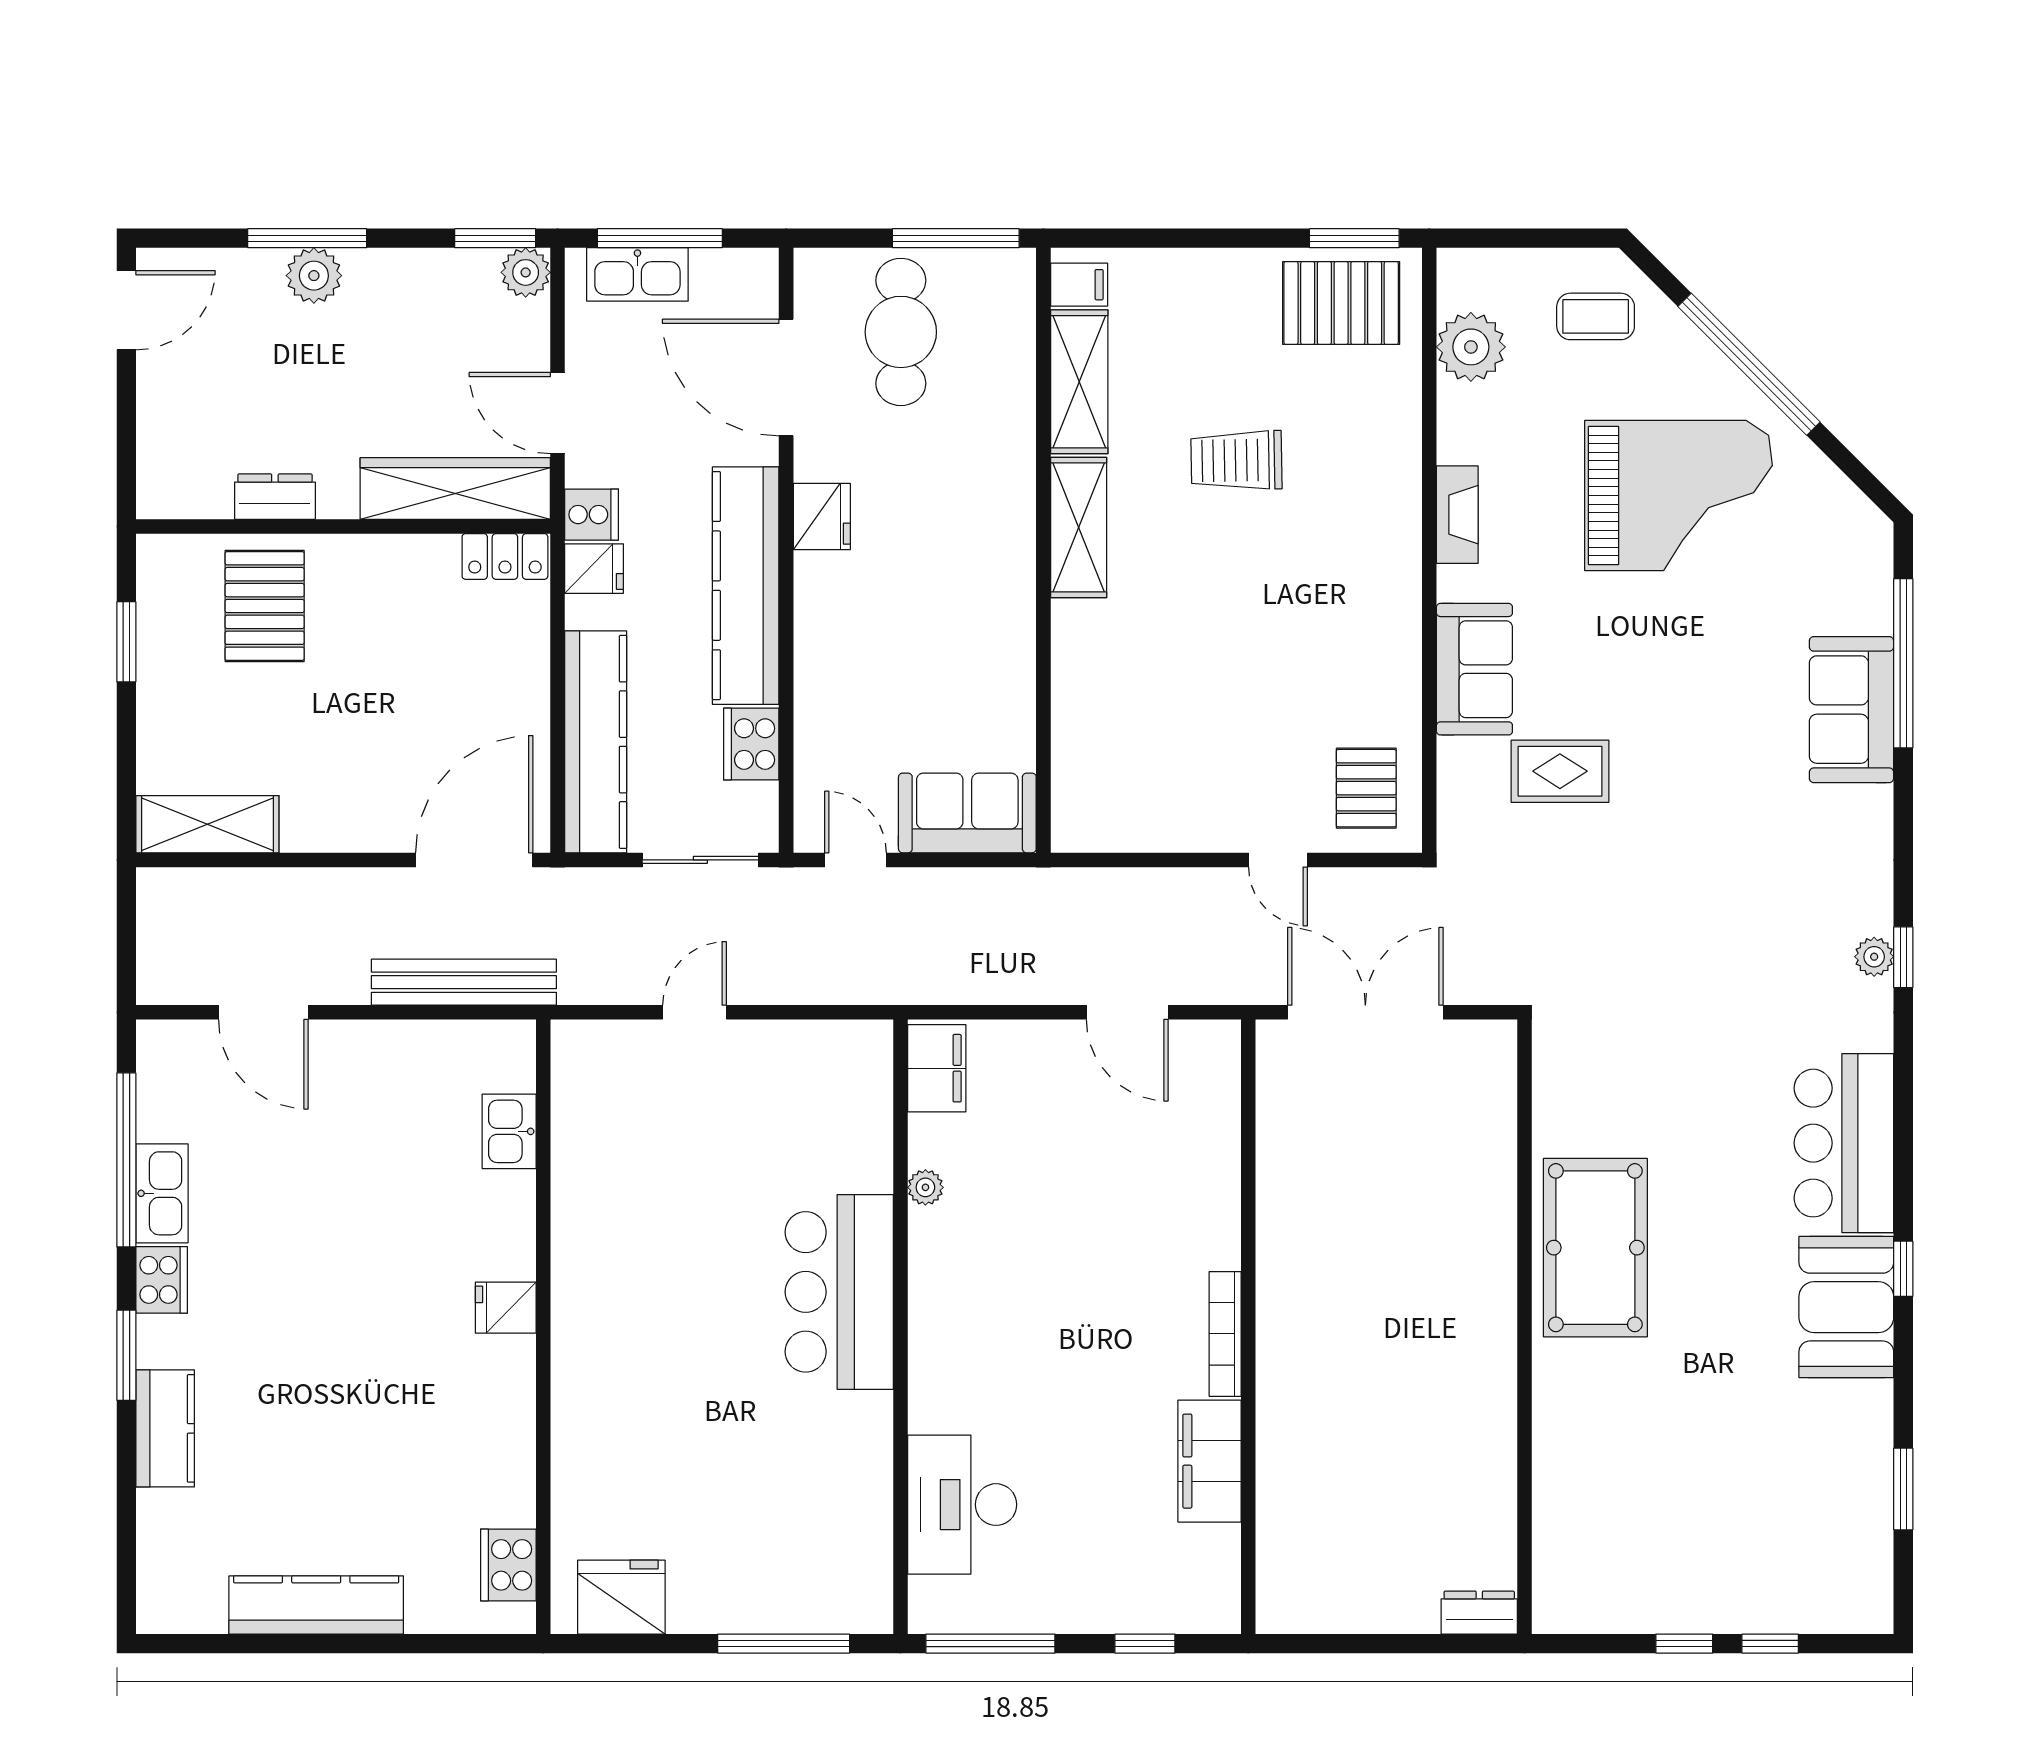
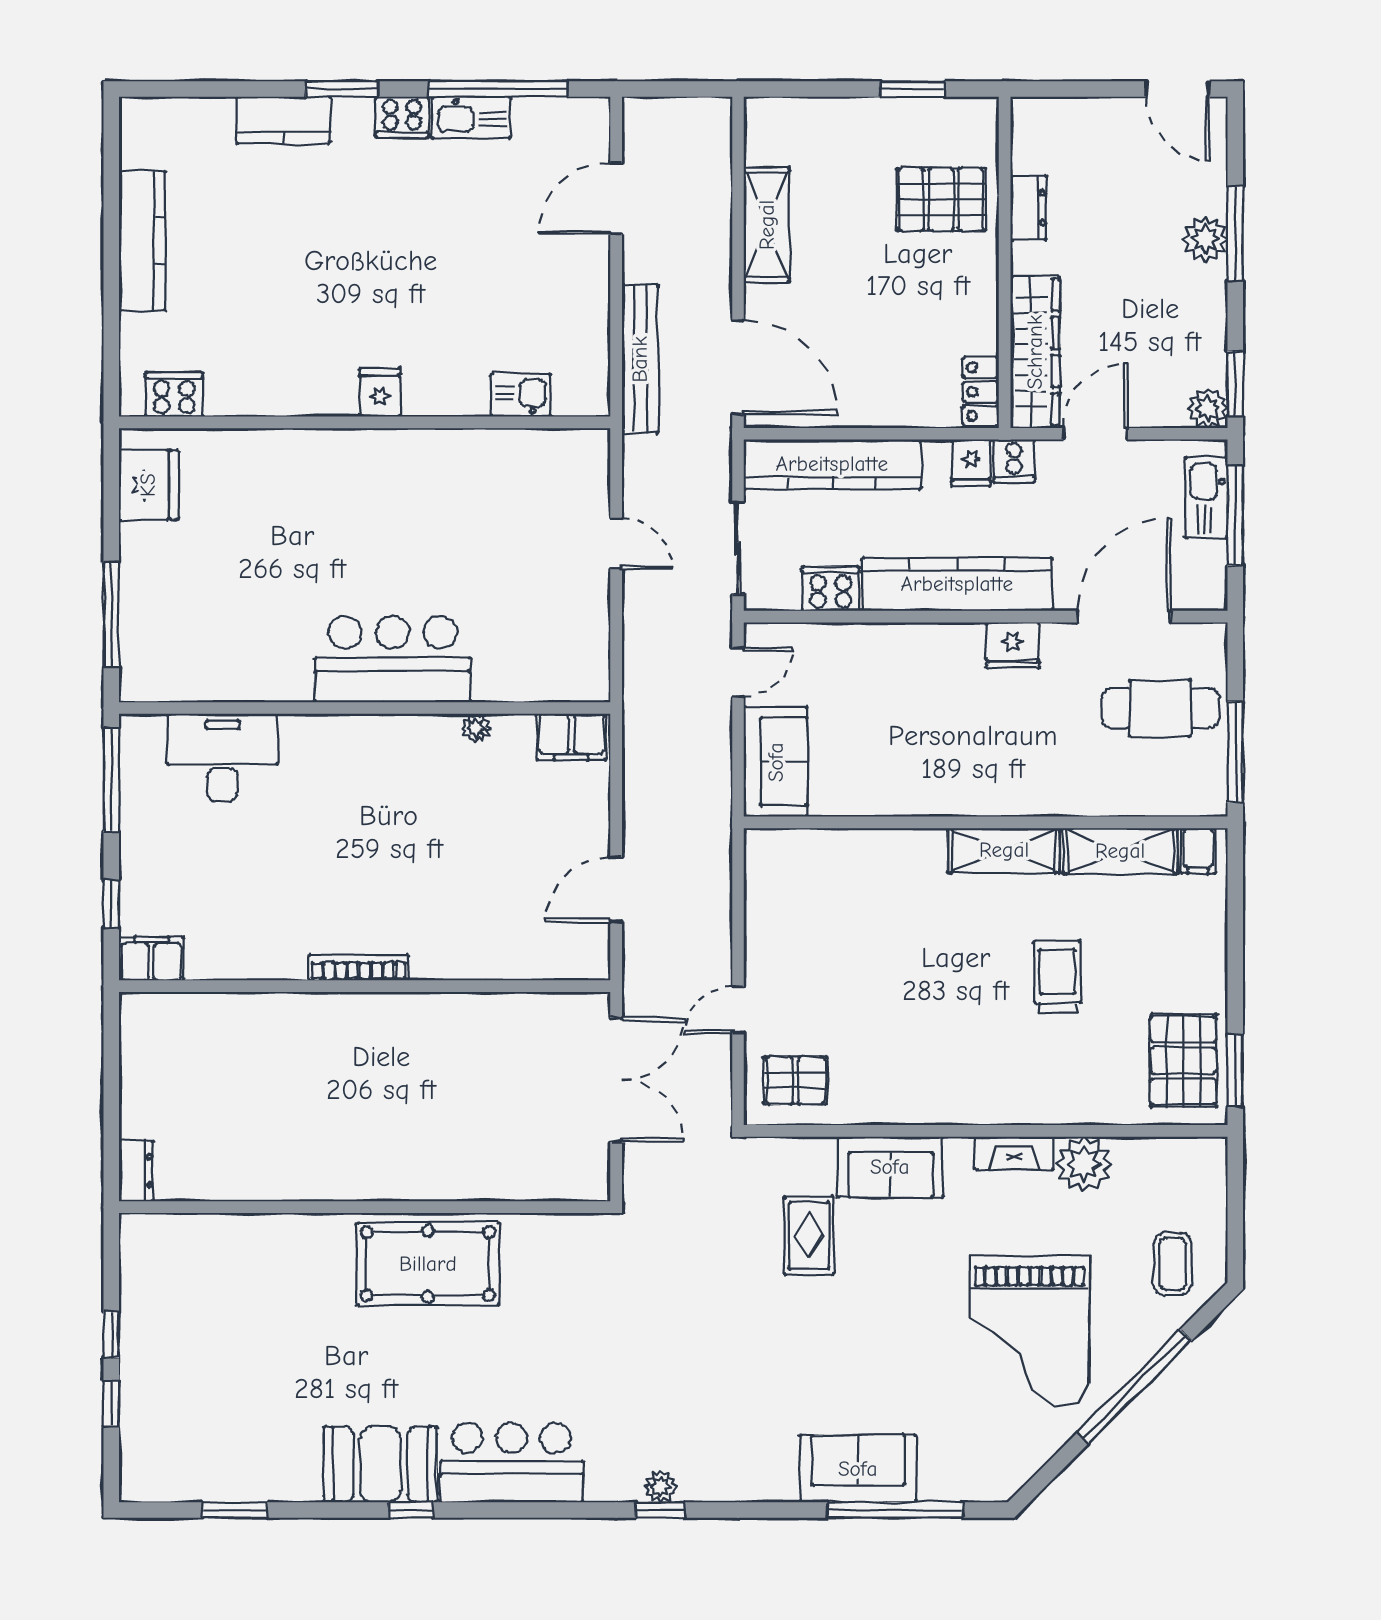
plant: (1471, 347) -> (1084, 1164), moved
shelving: (207, 824) -> (767, 225), moved
filing cabinet: (1209, 1461) -> (151, 959), moved, width x0.67, depth x0.86

